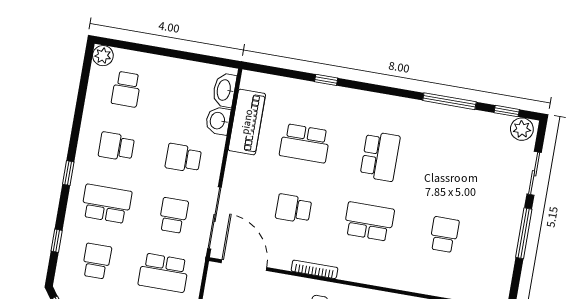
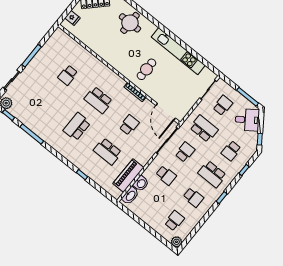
school desk: (305, 143) -> (108, 151), turned 180
school desk: (294, 209) -> (129, 125), turned -90
school desk: (173, 215) -> (185, 152), turned 180

